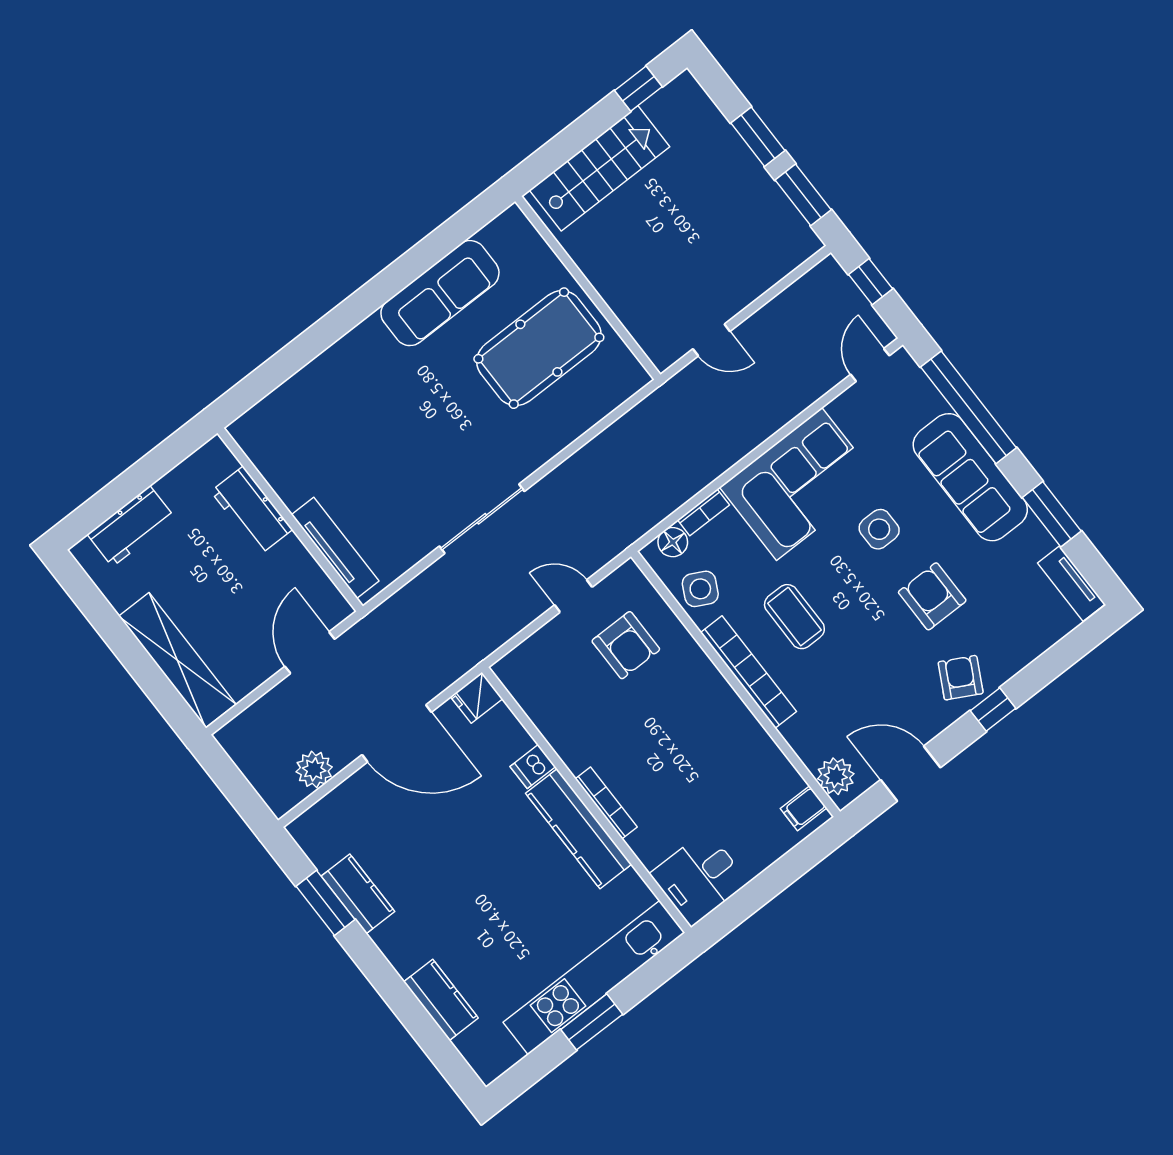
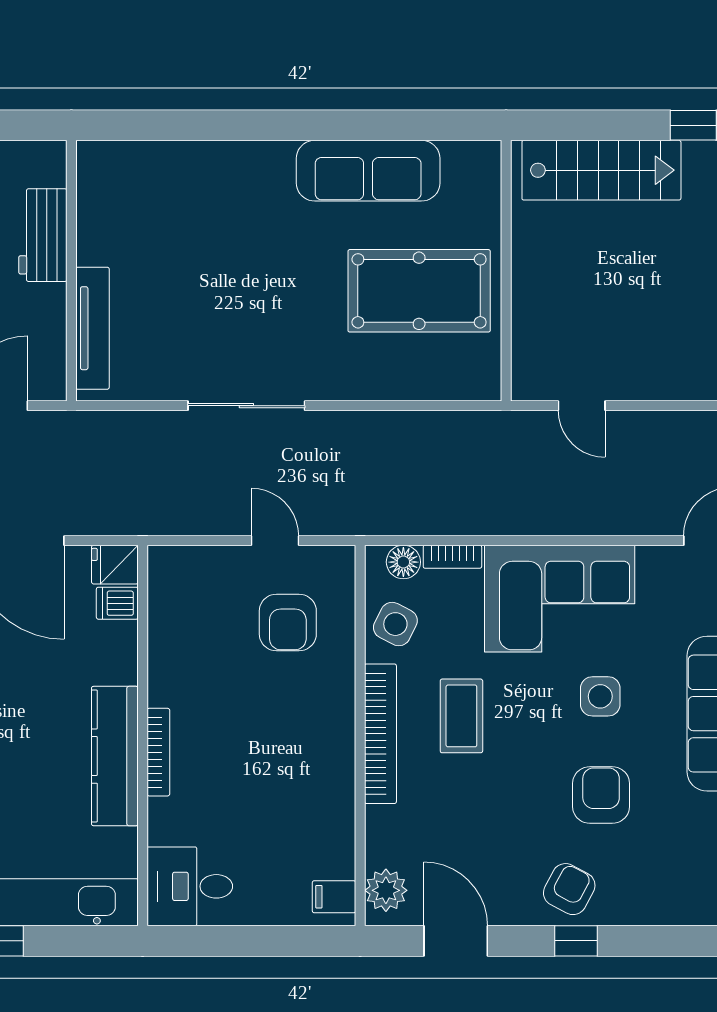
dishwasher: (533, 767) -> (117, 603), moved

